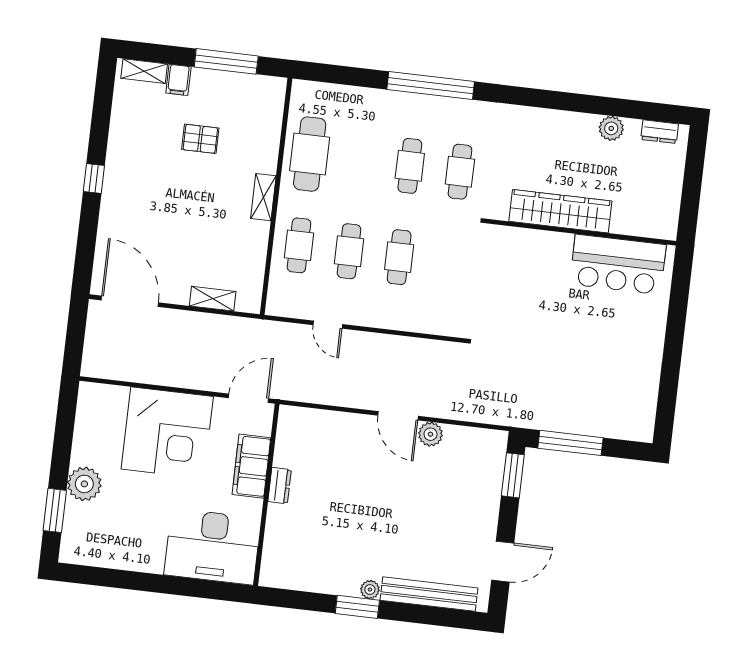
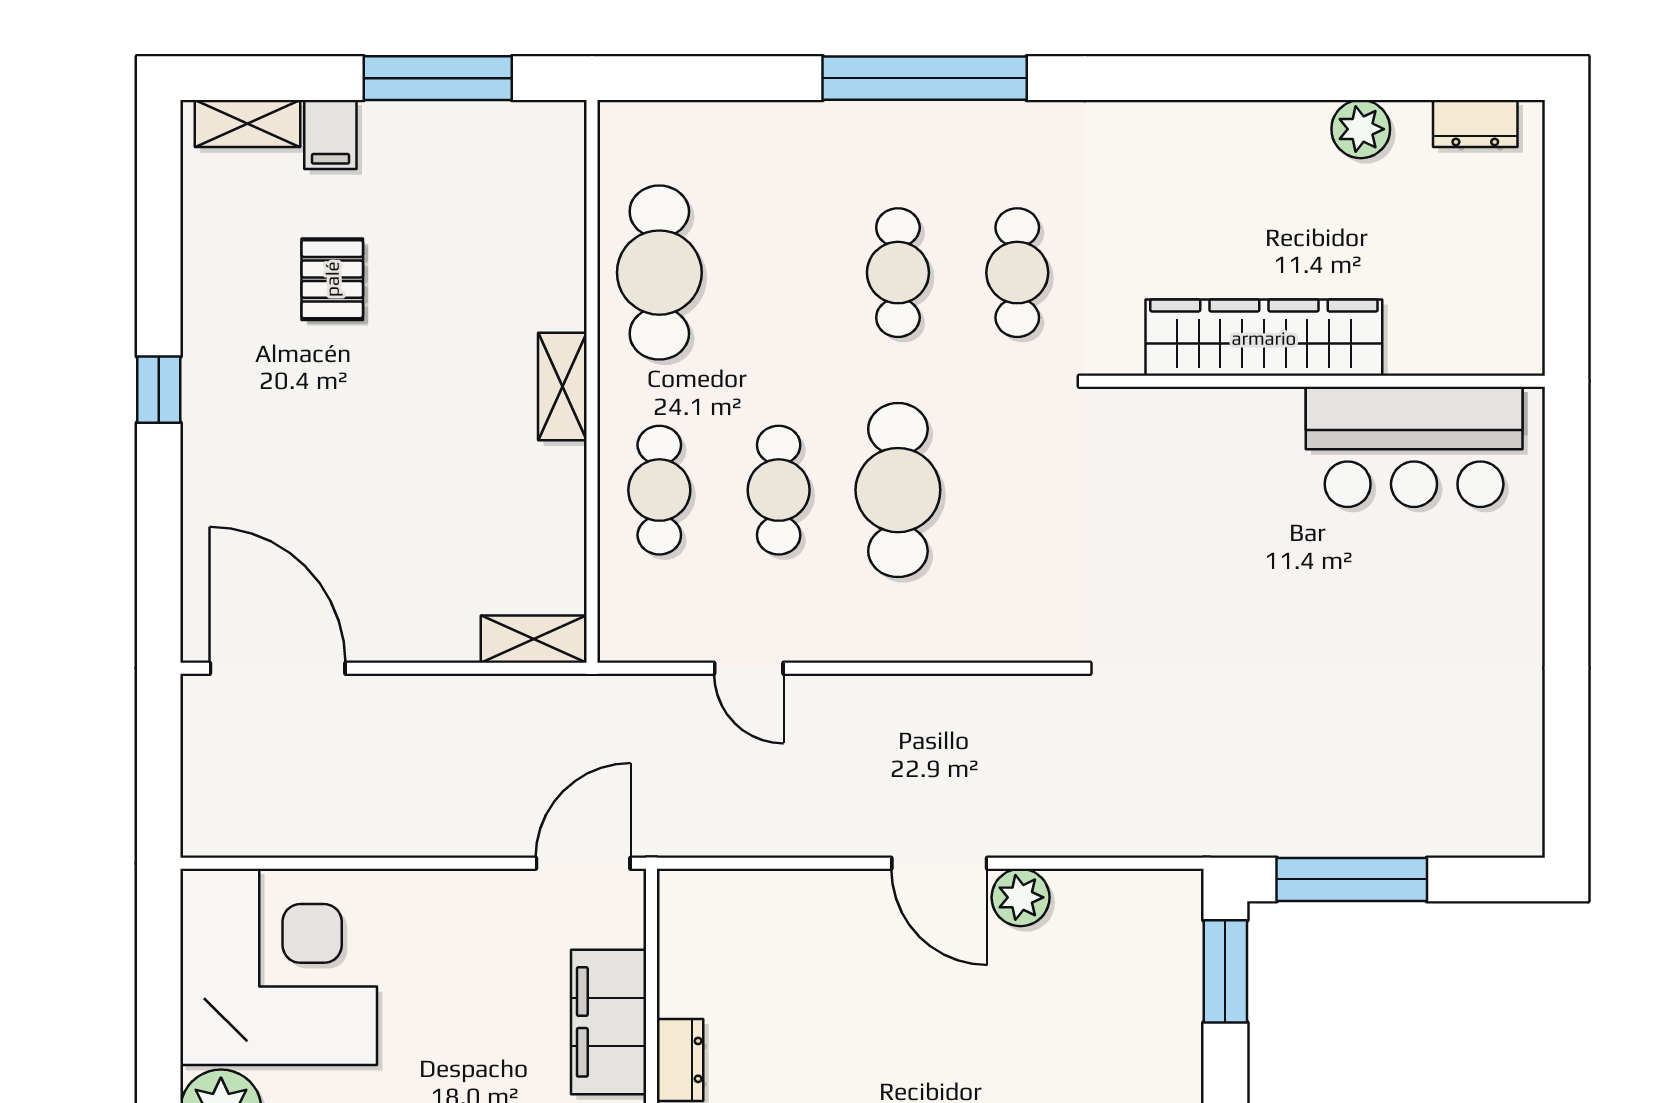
pallet: (200, 139) -> (332, 279), moved, turned 90
cafe table: (399, 257) -> (898, 490), width x1.37, depth x1.35
shelving: (213, 299) -> (534, 639), moved
corner desk: (167, 433) -> (279, 967), moved, turned -90

